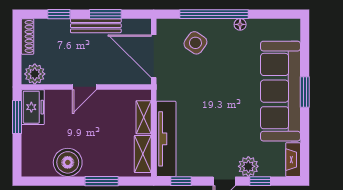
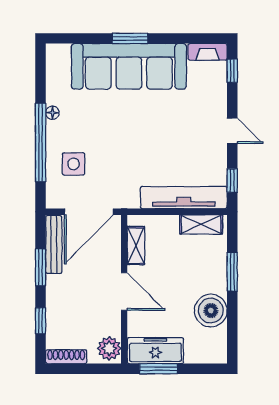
bench: (96, 26) -> (54, 244), moved
side table: (195, 43) -> (74, 164), turned -35
door: (84, 87) -> (124, 292), width x1.38
freezer: (33, 107) -> (155, 351), width x1.40
shelving: (144, 117) -> (136, 246), moved, turned 90
plant: (248, 166) -> (215, 103), removed
window: (260, 181) -> (232, 71), moved

